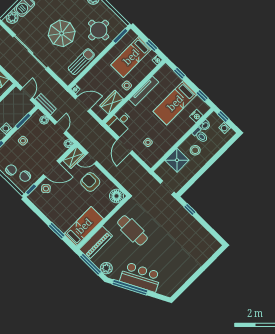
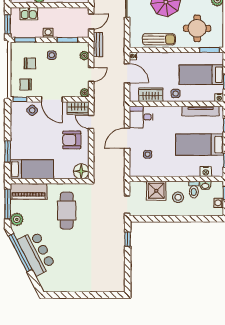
tv unit: (144, 91) -> (201, 111), moved
chair: (11, 170) -> (30, 63), moved
armchair: (90, 182) -> (72, 140), turned -90

